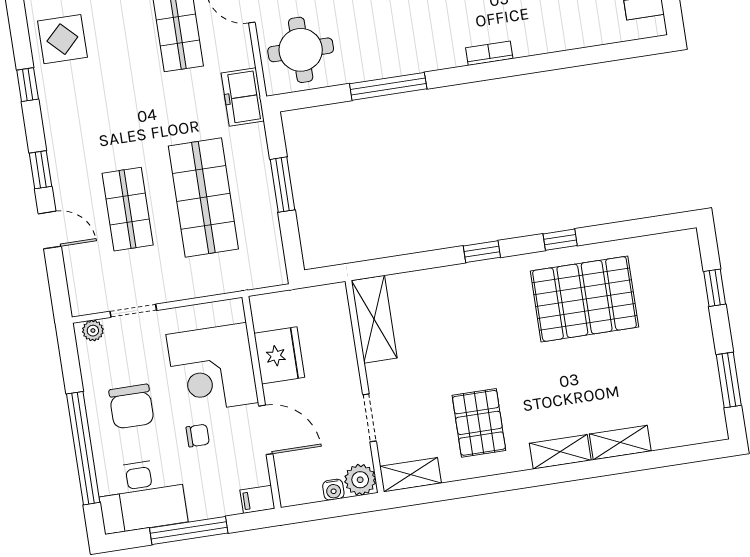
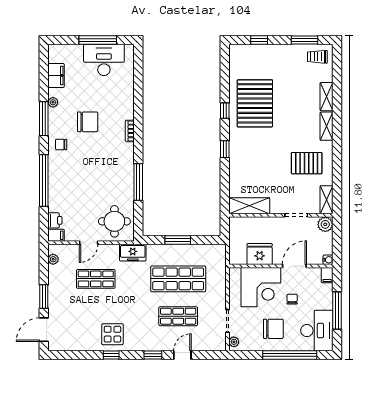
display table: (62, 39) -> (112, 334), moved
trolley: (698, 412) -> (317, 57), added
water cooler: (333, 490) -> (328, 260), moved

